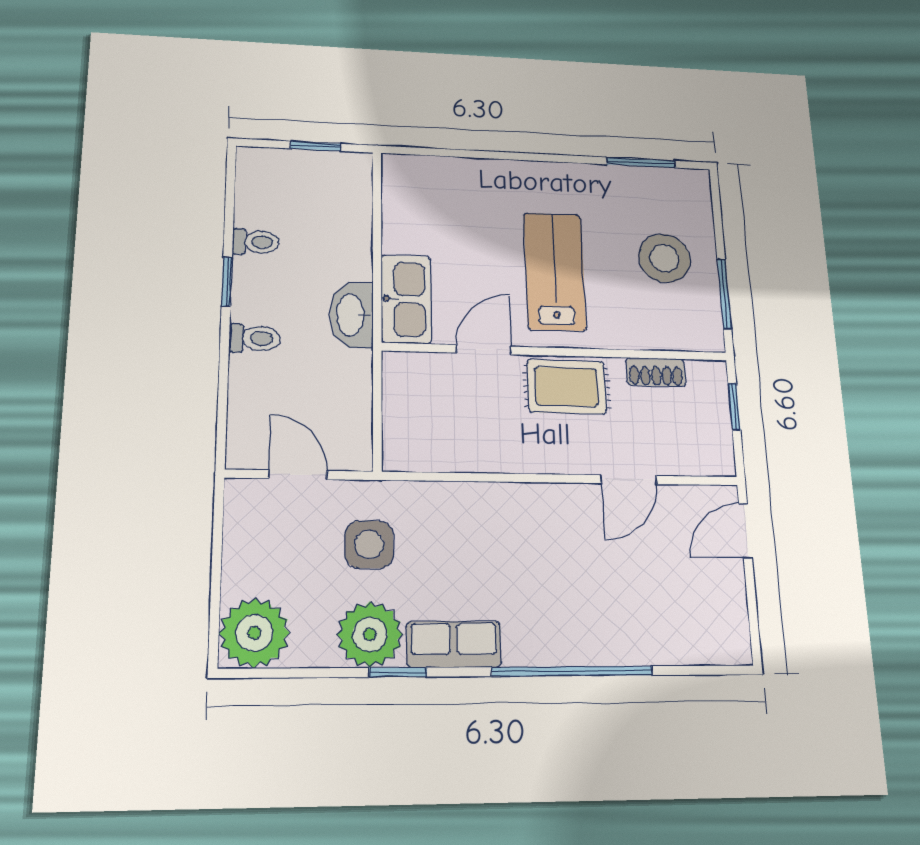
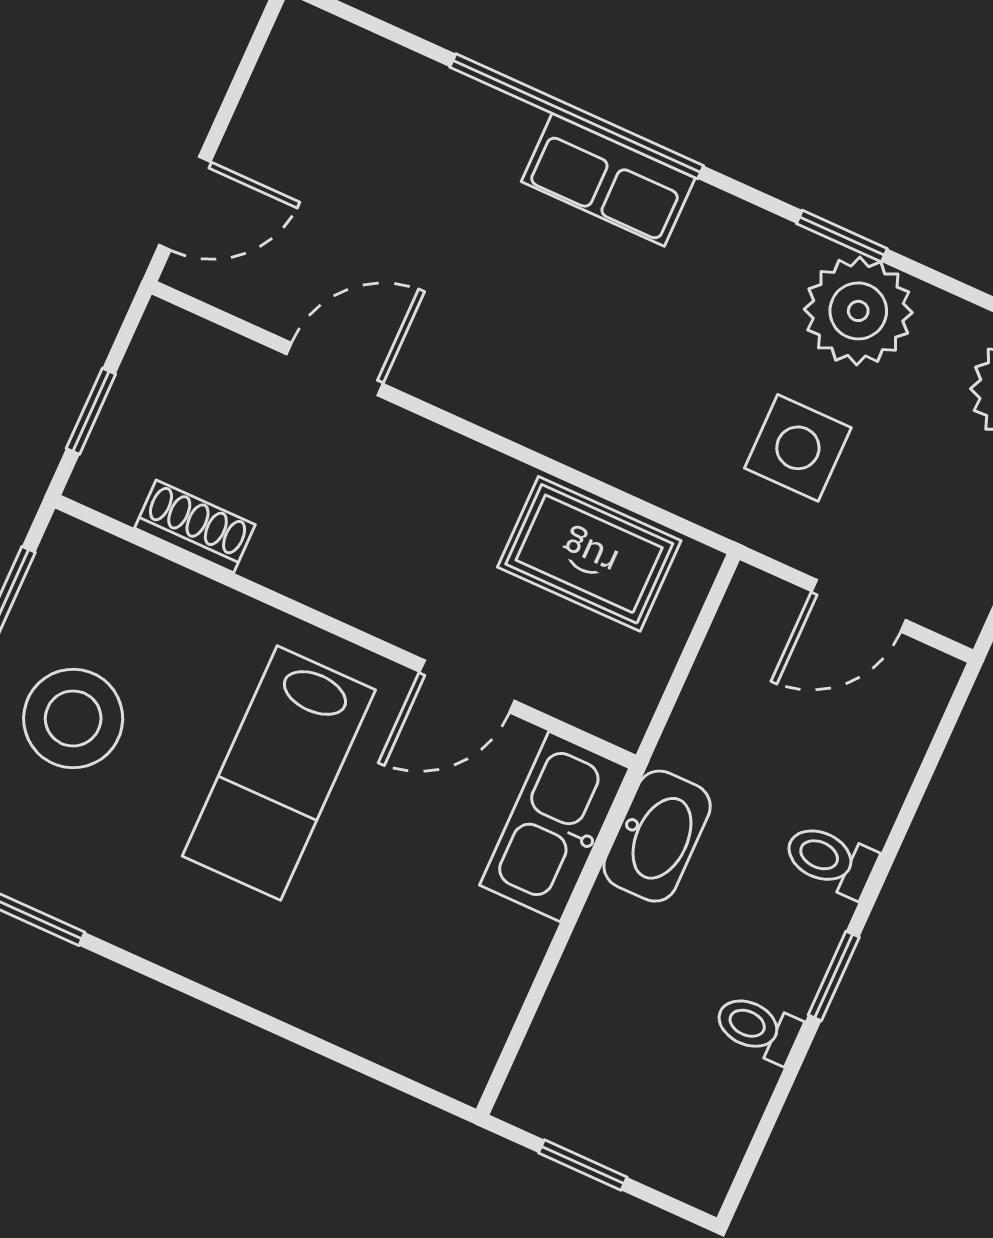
rug: (567, 387) -> (589, 554), moved
door: (298, 475) -> (859, 606), hinge flipped
row of seats: (454, 644) -> (608, 180), moved

